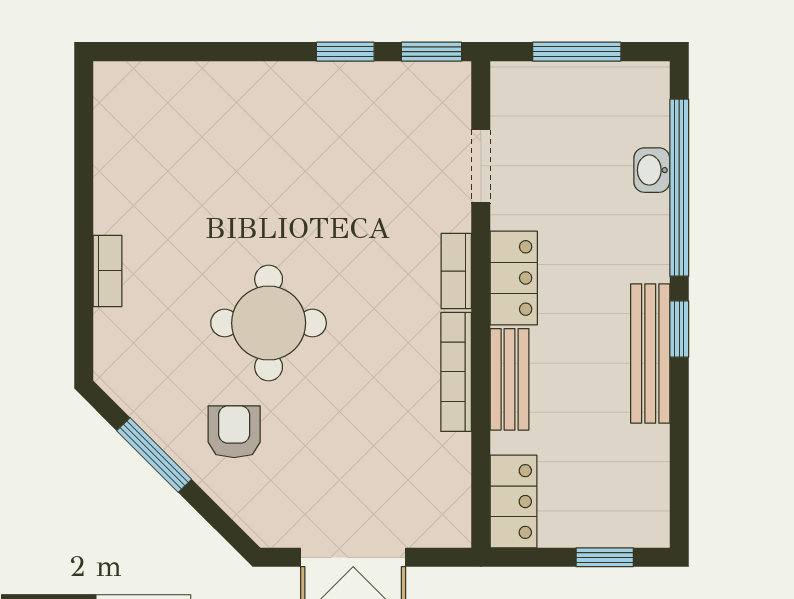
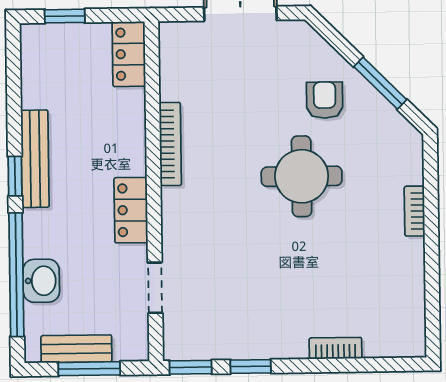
washbasin: (652, 170) -> (41, 281), width x1.38, depth x1.45
bookcase: (456, 271) -> (335, 348), moved, turned -90
bench: (510, 379) -> (76, 349), moved, turned 90
armchair: (234, 432) -> (325, 100), turned 180

